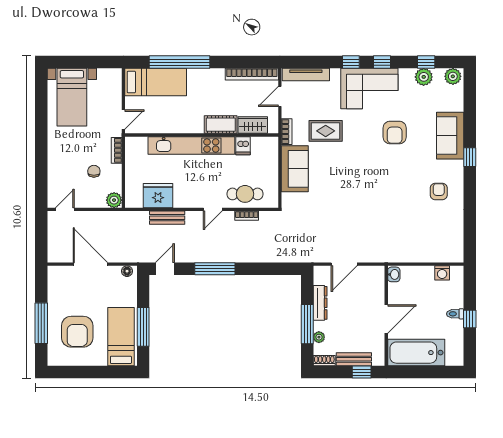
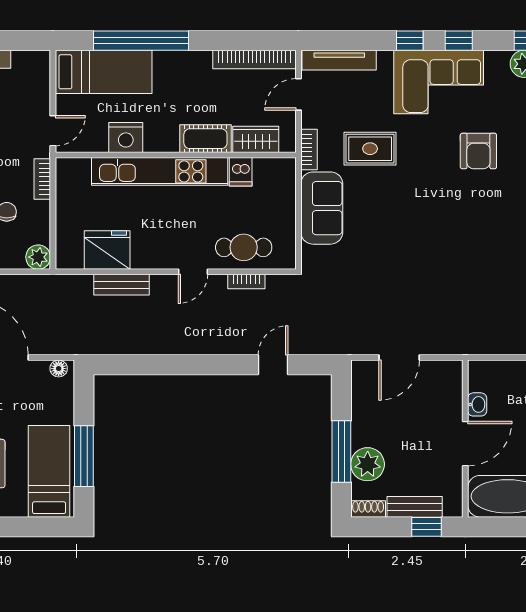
nightstand: (170, 124) -> (126, 137), added
door: (165, 269) -> (273, 365), moved
window: (215, 269) -> (196, 365), removed
washbasin: (394, 274) -> (477, 404), moved
dresser: (320, 303) -> (362, 418), removed
plant: (319, 337) -> (368, 464), width x1.87, depth x1.87

